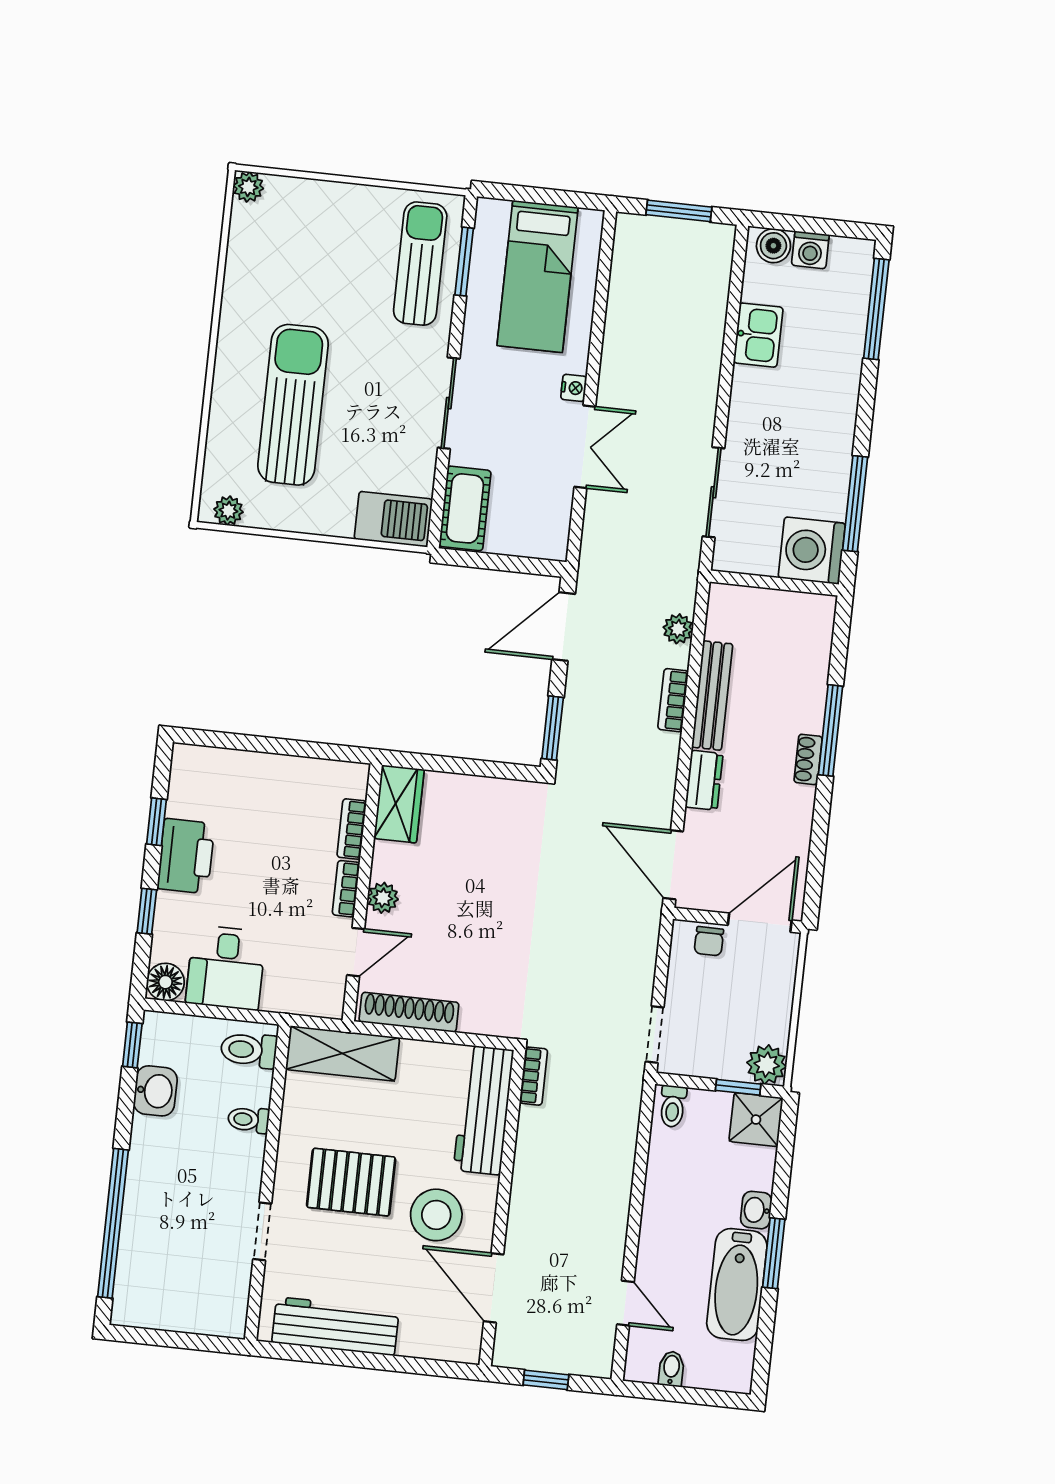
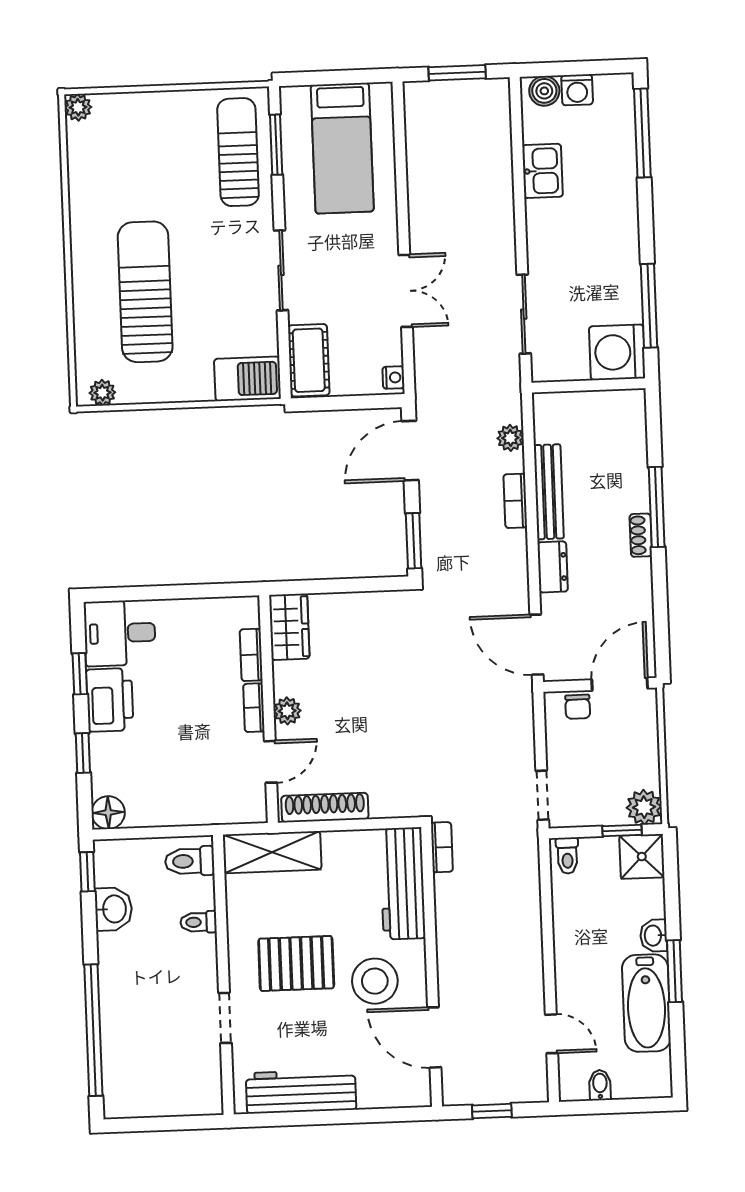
nightstand: (574, 388) -> (393, 378), moved
desk: (226, 968) -> (120, 633), moved, turned 90

